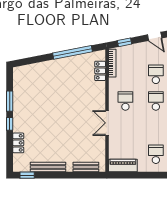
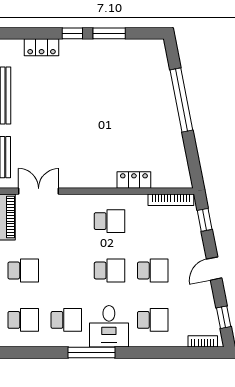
window: (72, 52) -> (181, 100), moved
locker: (100, 71) -> (134, 180), moved
double door: (107, 123) -> (39, 191), moved

